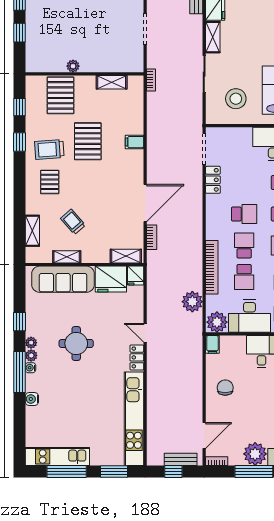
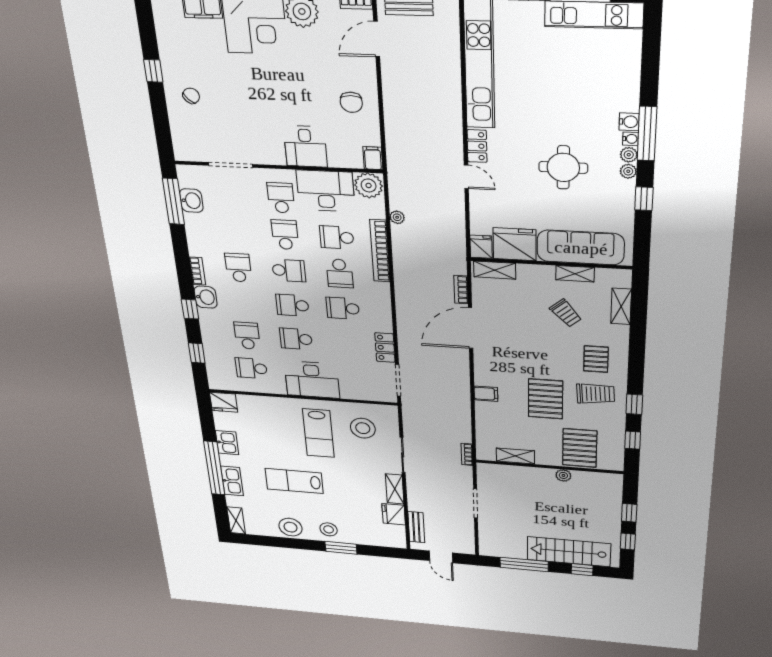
school desk: (244, 277) -> (337, 237), turned -90
plant: (192, 302) -> (397, 217), width x0.53, depth x0.53
water cooler: (32, 399) -> (629, 122), moved

